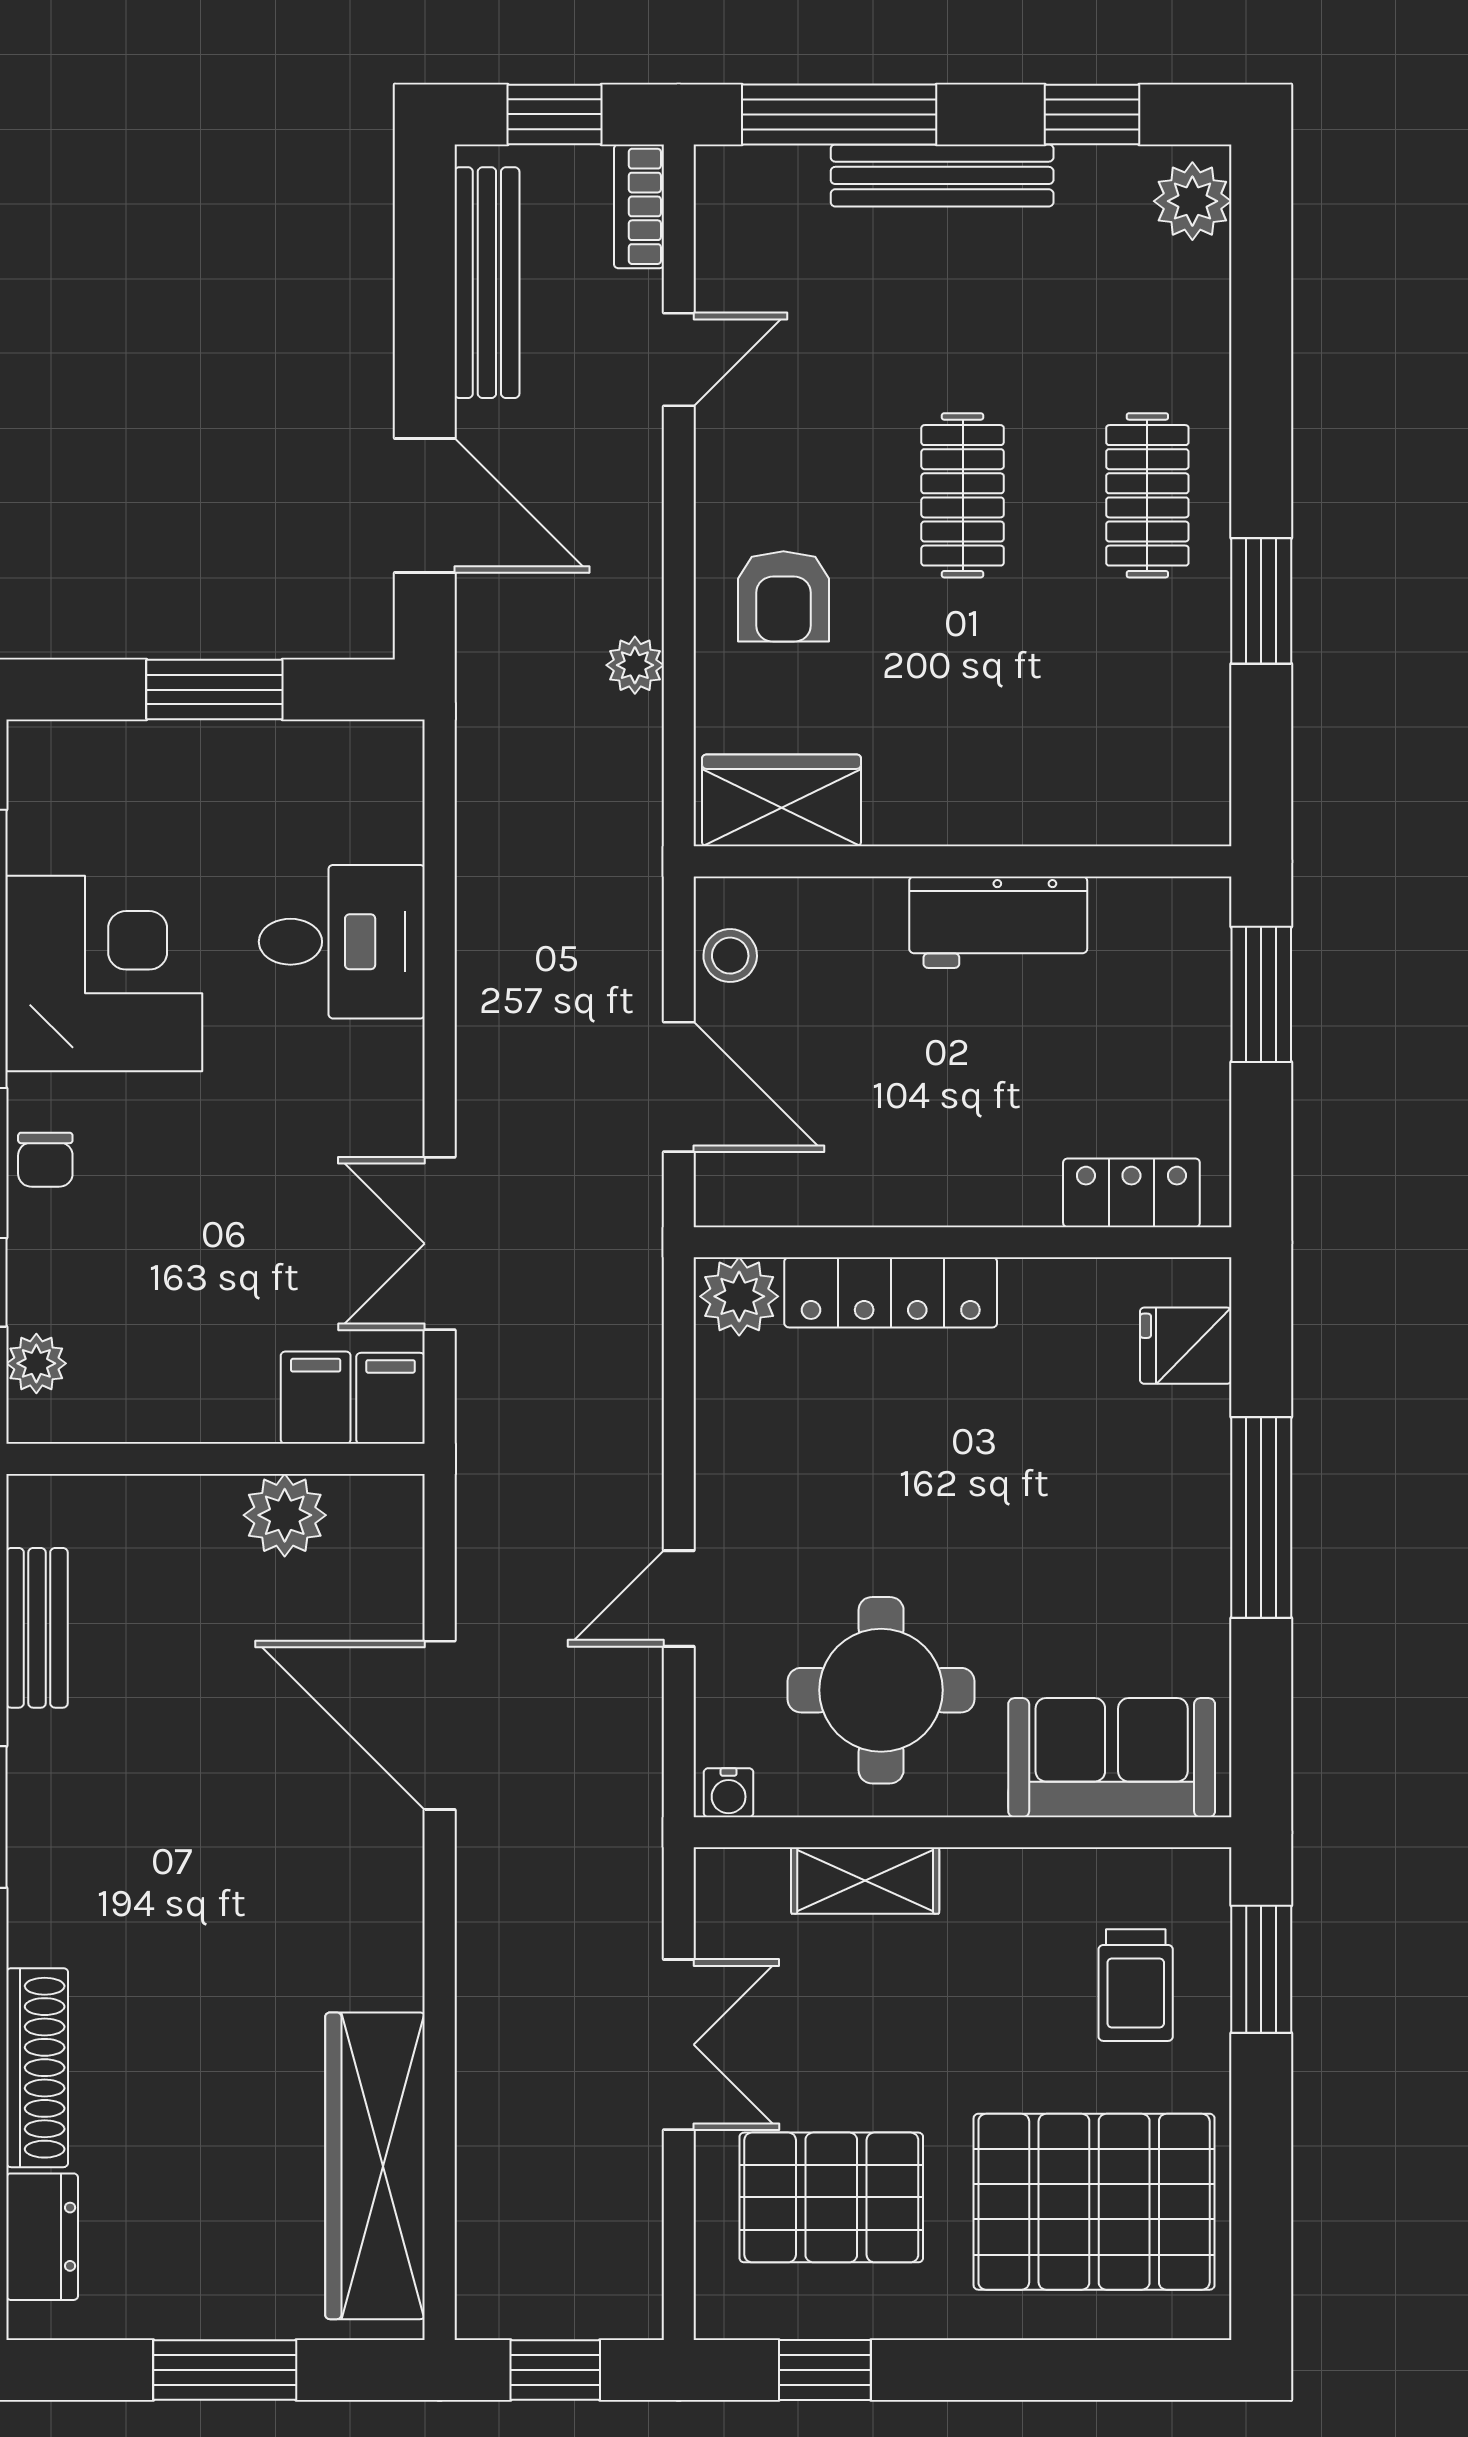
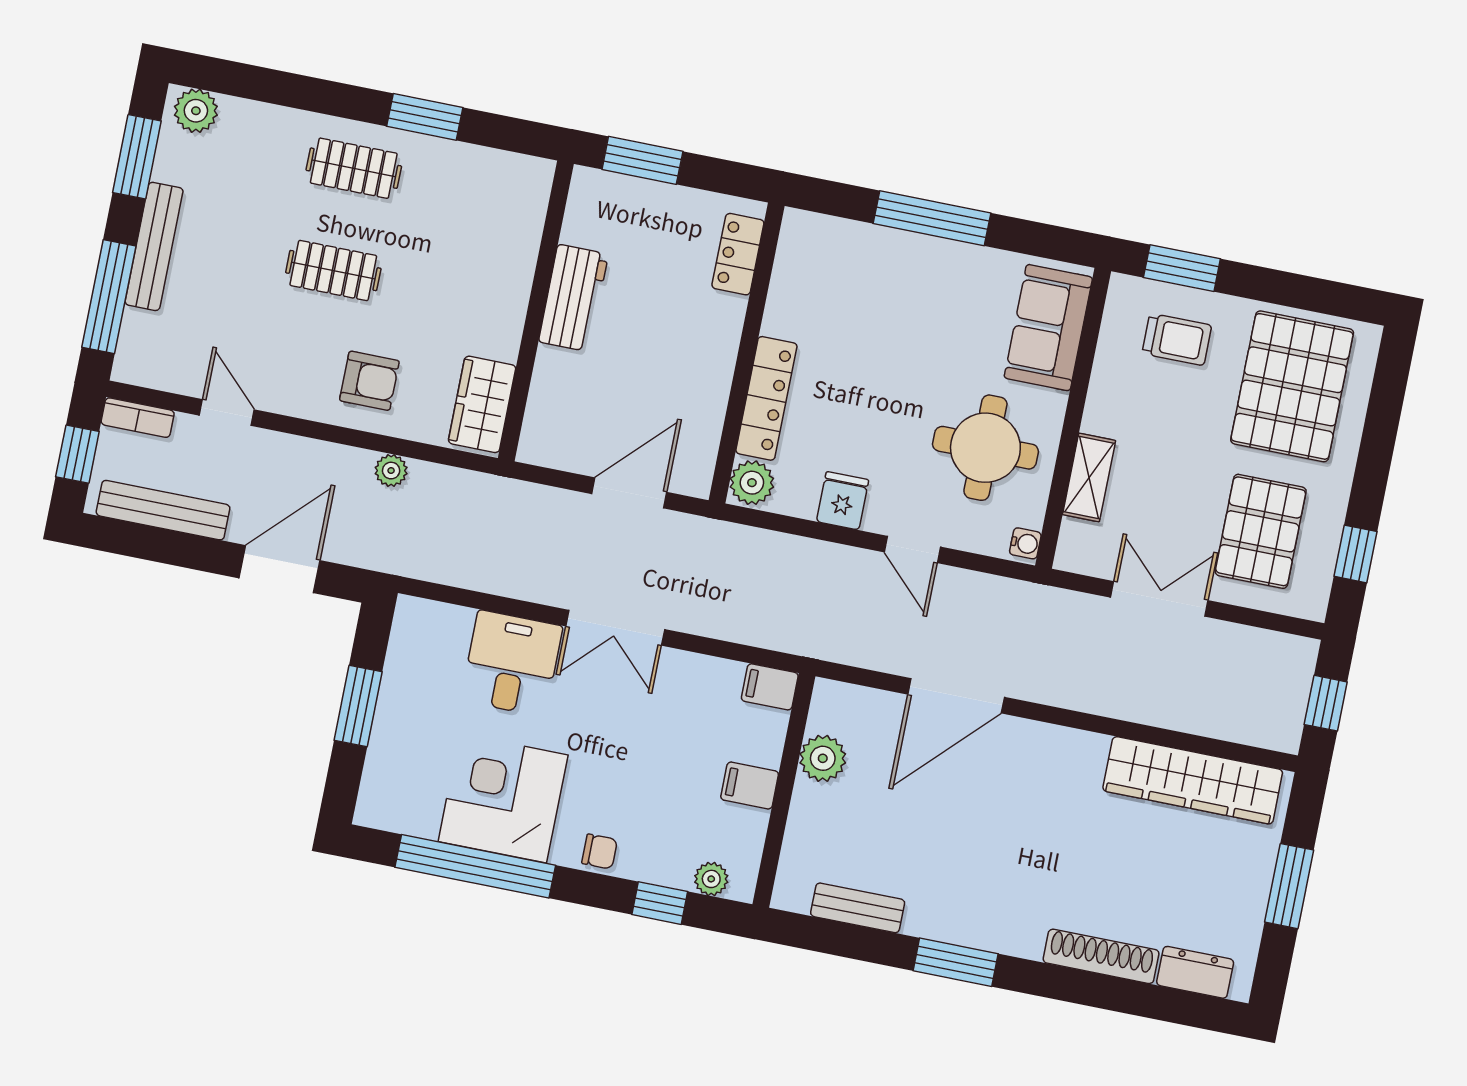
window: (1092, 114) -> (137, 157), width x1.50
stool: (730, 956) -> (562, 450), removed
double door: (440, 1244) -> (615, 628), moved
fridge: (1186, 1346) -> (843, 501), moved, turned 180
filing cabinet: (316, 1398) -> (750, 786), moved

